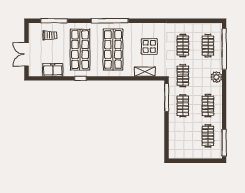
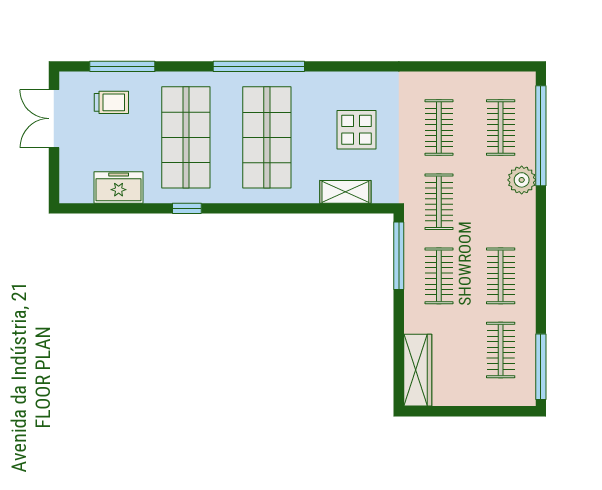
double door: (27, 54) -> (54, 119), moved
plant: (216, 77) -> (522, 180), moved
wardrobe: (174, 144) -> (418, 370), added

